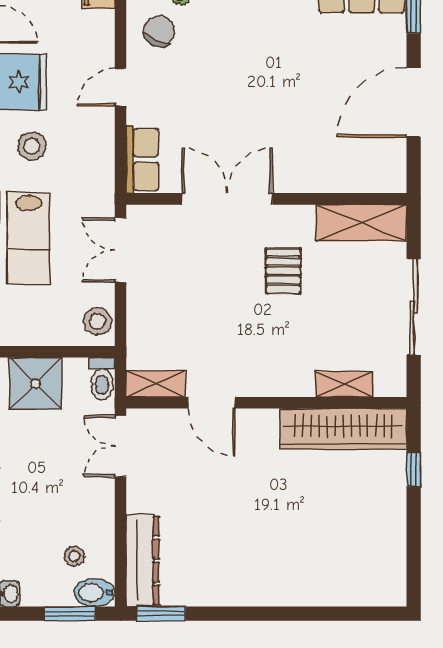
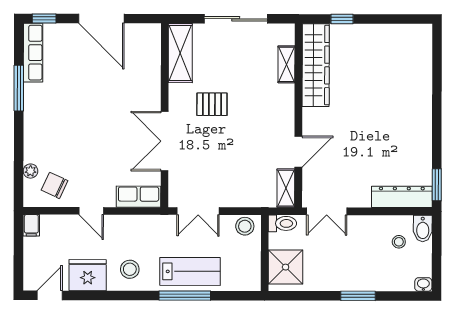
window: (70, 614) -> (437, 245), removed

